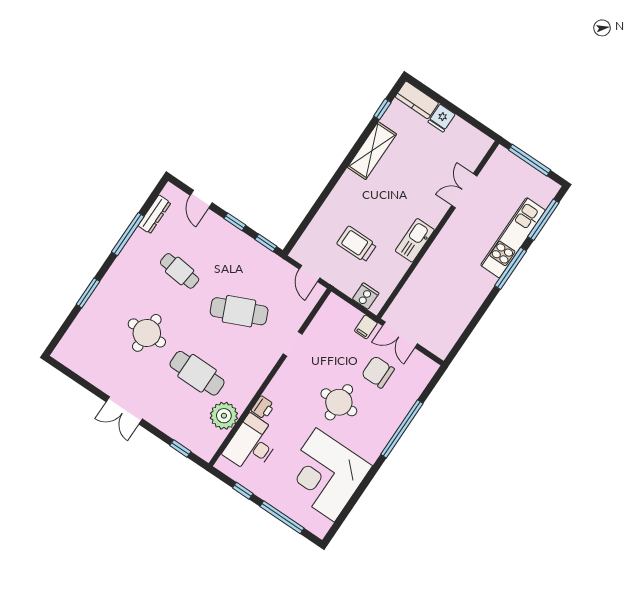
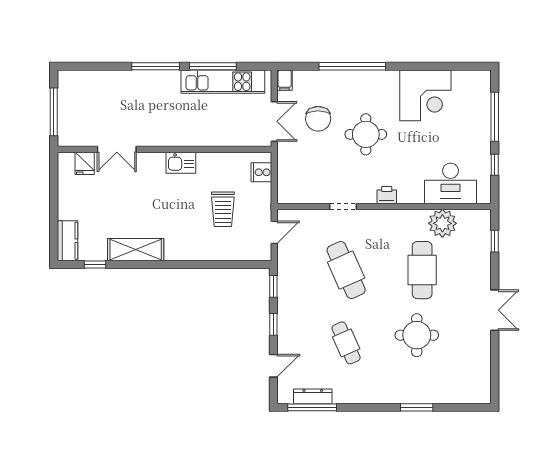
fridge: (442, 118) -> (85, 163), moved, turned 90
window: (543, 220) -> (213, 66), moved
window: (128, 234) -> (312, 407), moved
kitchen unit: (513, 238) -> (223, 82), moved
kitchen sink: (415, 240) -> (181, 163), width x0.73
cafe table: (180, 271) -> (346, 343), turned -30
filing cabinet: (366, 327) -> (285, 80), moved, turned 90
printer: (263, 408) -> (387, 195), moved
corner desk: (325, 475) -> (425, 95), width x0.74, depth x0.74

